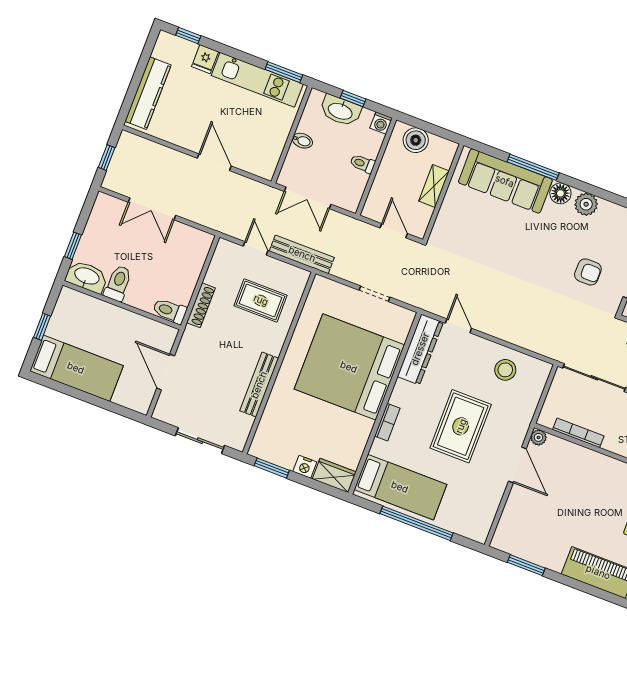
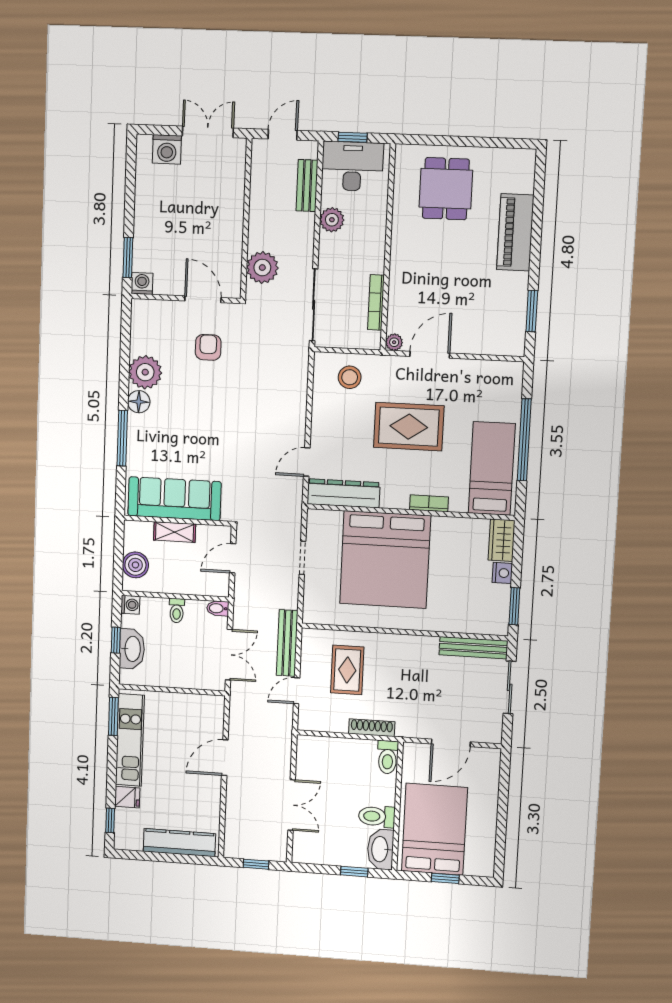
bidet: (302, 141) -> (218, 608), moved, turned -90
sofa: (505, 181) -> (175, 499), moved, turned -90
plant: (586, 204) -> (145, 372), width x1.36, depth x1.36
bed: (76, 368) -> (434, 829), moved, width x1.50
stool: (505, 370) -> (350, 377), moved
bench: (259, 385) -> (473, 648), moved

